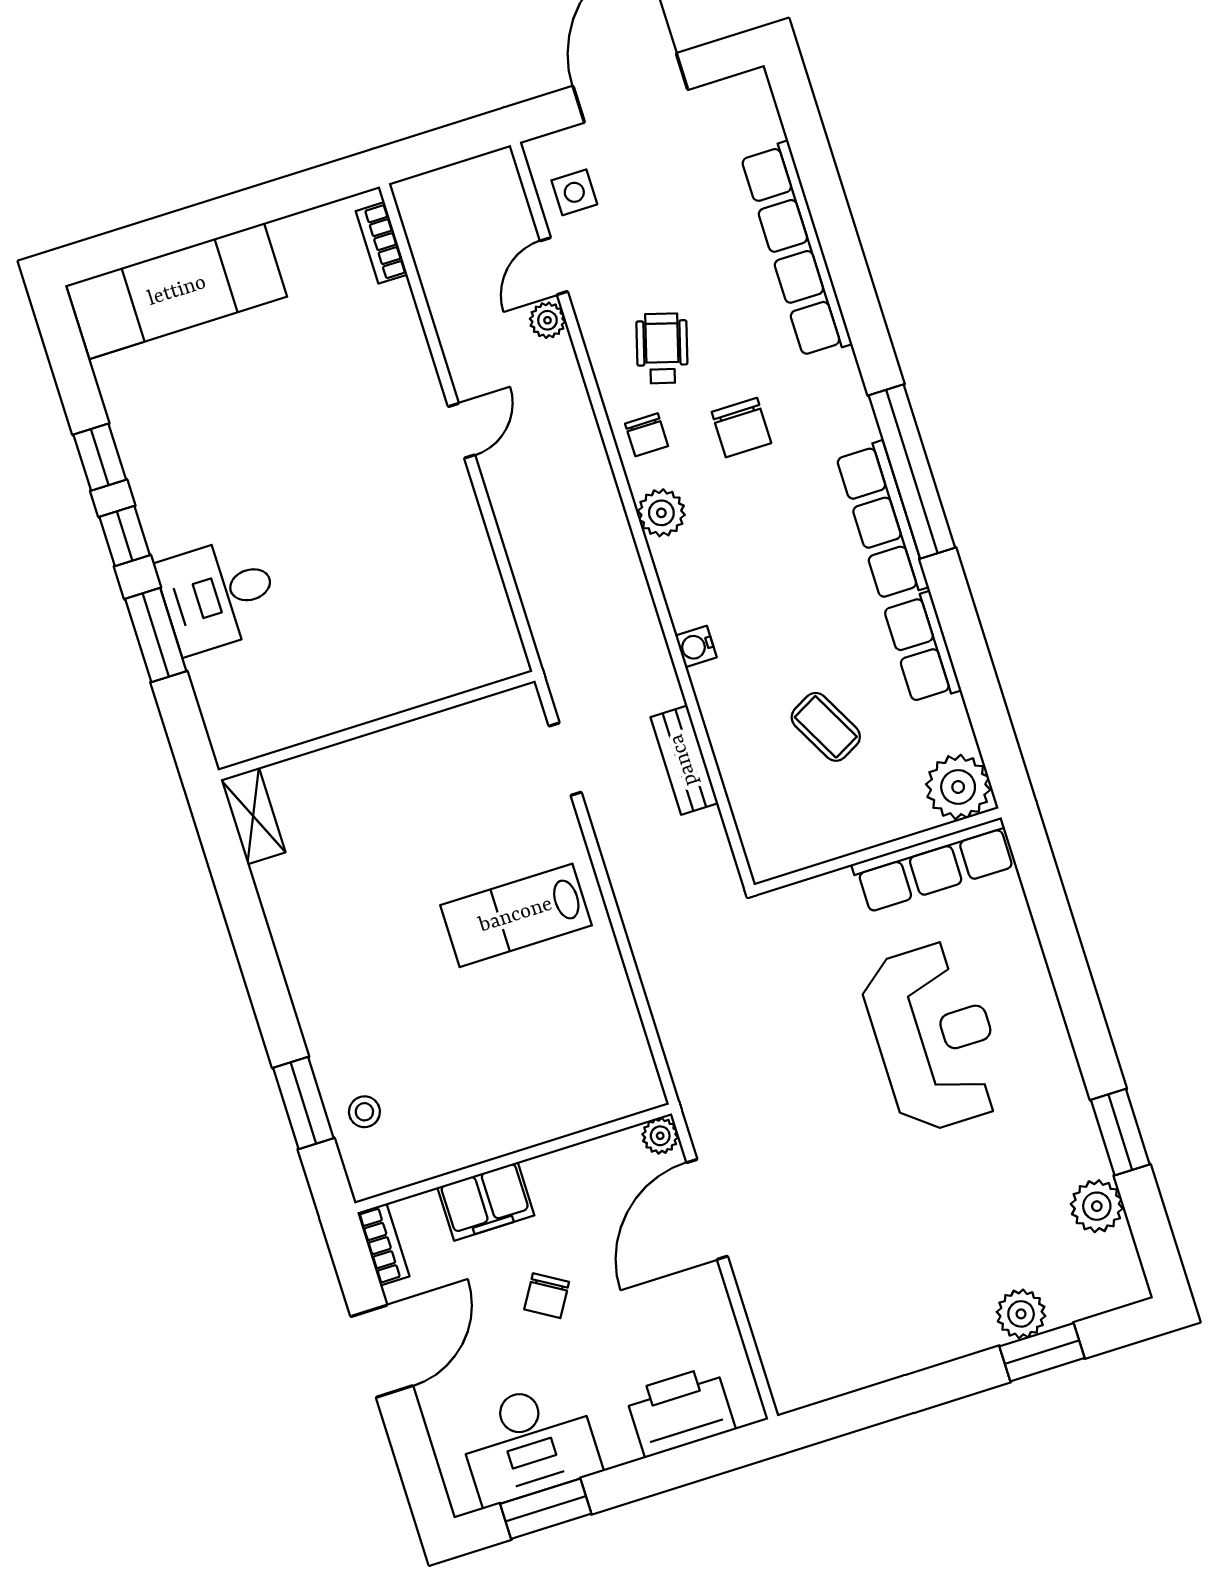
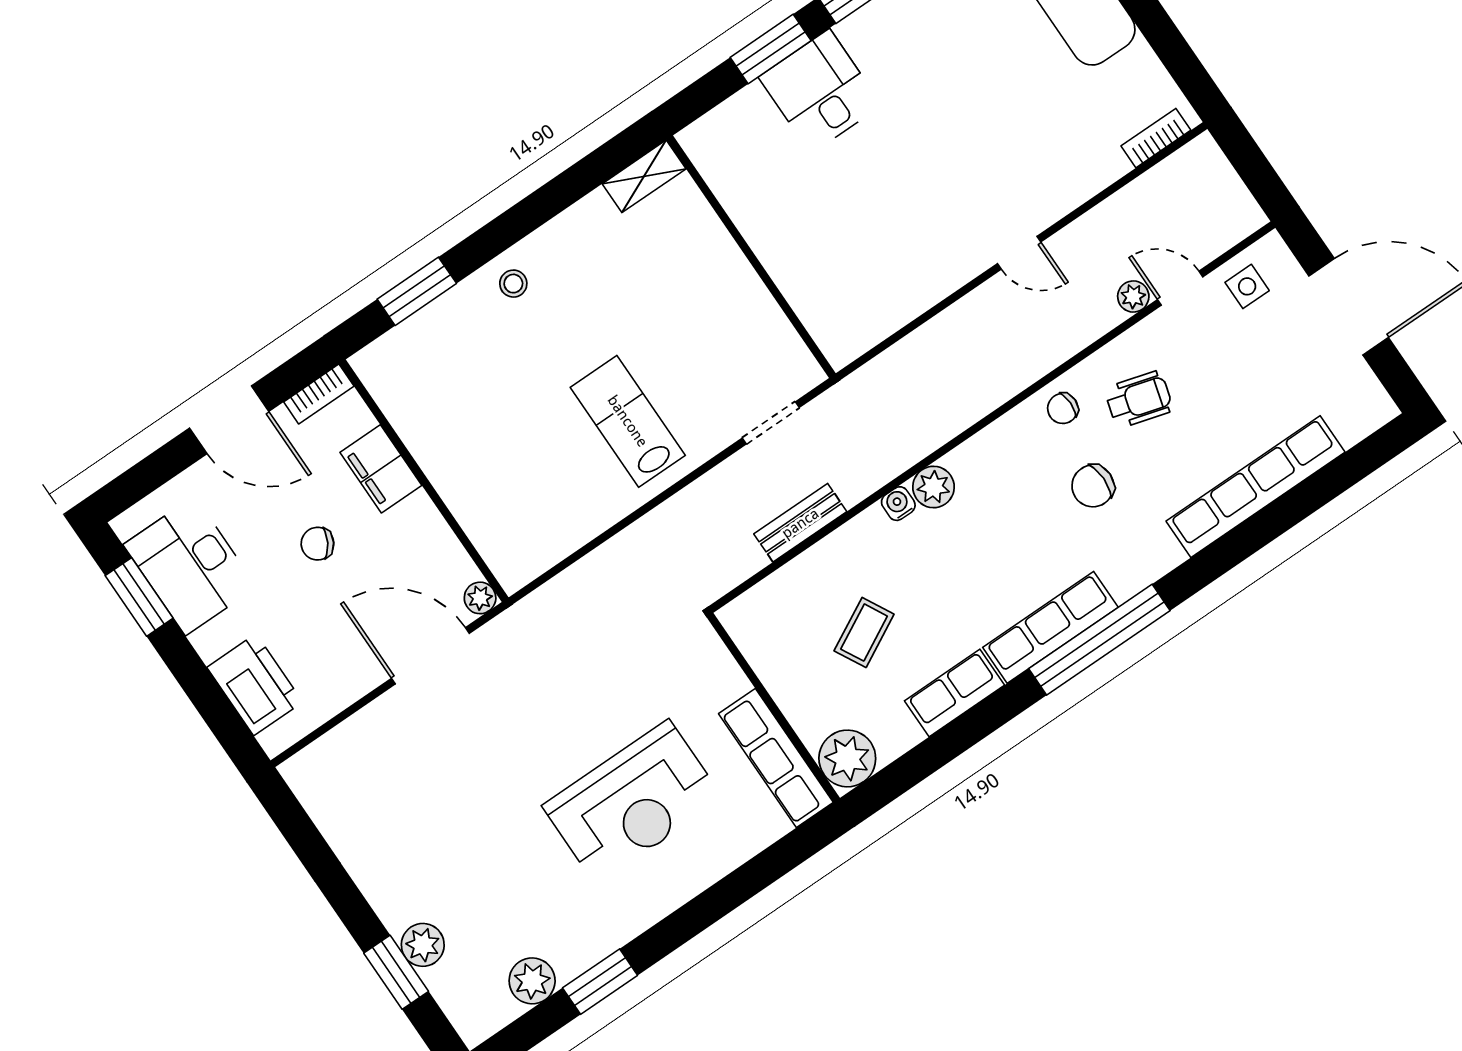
plant: (661, 513) -> (933, 487), moved
stool: (364, 1112) -> (513, 284), moved

